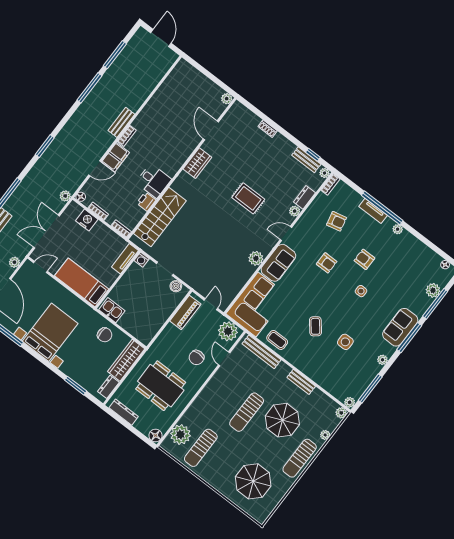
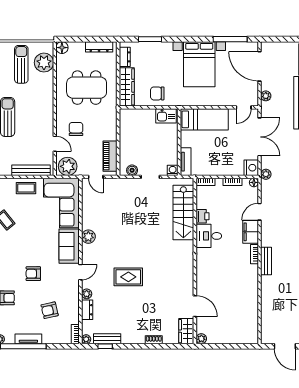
wardrobe: (197, 163) -> (186, 331), moved
nightstand: (87, 220) -> (251, 168), moved, turned -90

